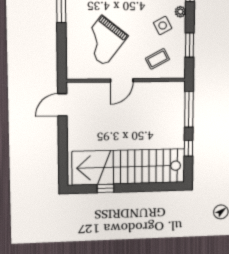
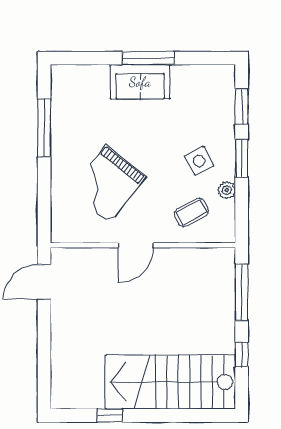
plant: (180, 12) -> (227, 190), moved
window: (190, 45) -> (242, 158), moved
stairs: (129, 167) -> (170, 382), width x0.73

